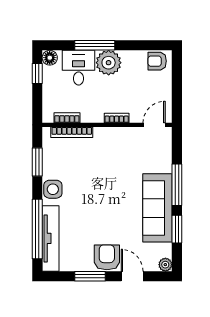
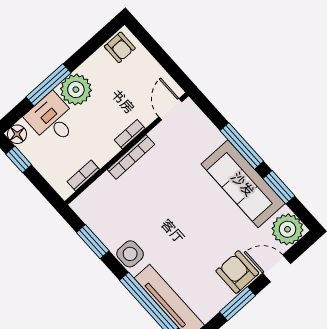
armchair: (157, 61) -> (120, 47), turned -90
bookcase: (72, 132) -> (131, 157), moved
plant: (165, 265) -> (288, 229), width x1.87, depth x1.87

